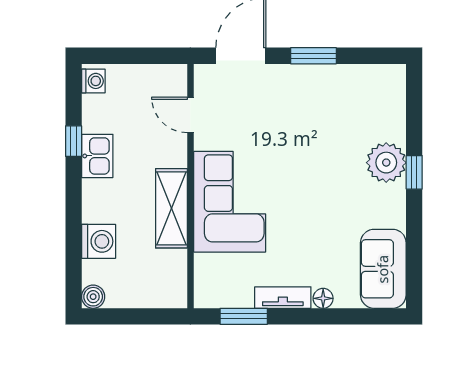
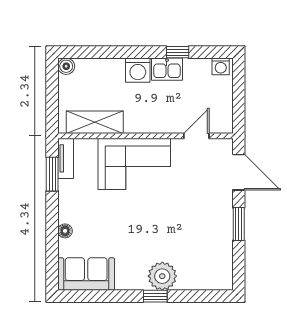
shelving: (171, 208) -> (95, 122), moved
washing machine: (99, 241) -> (138, 70), moved
tv unit: (283, 298) -> (66, 158), moved

